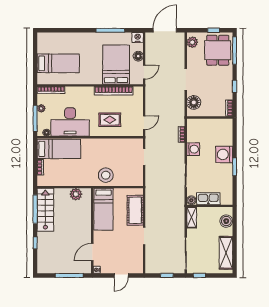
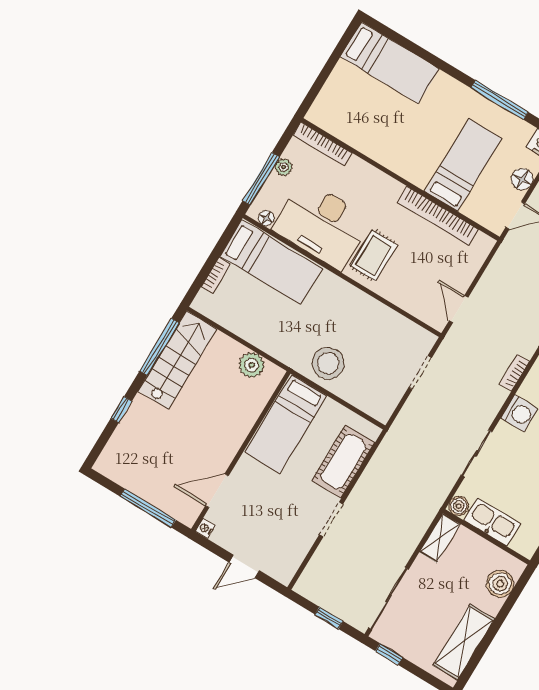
bed: (58, 63) -> (390, 63), moved
bed: (116, 65) -> (463, 165), width x0.67
rug: (110, 120) -> (374, 255), moved, turned 90
door: (144, 123) -> (459, 309), swing flipped

